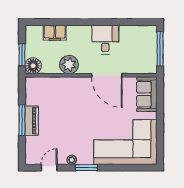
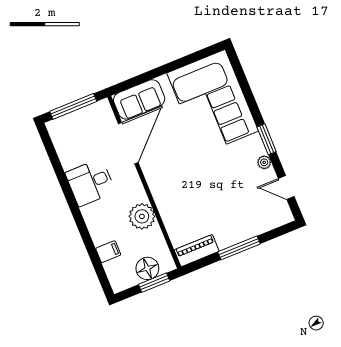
filing cabinet: (55, 33) -> (108, 252), width x0.50
floor lamp: (33, 66) -> (147, 268), moved
door: (107, 75) -> (128, 143), moved
piano: (32, 121) -> (197, 251), moved

